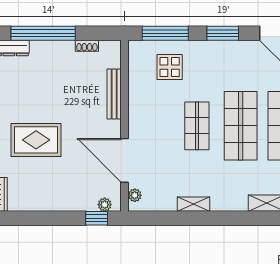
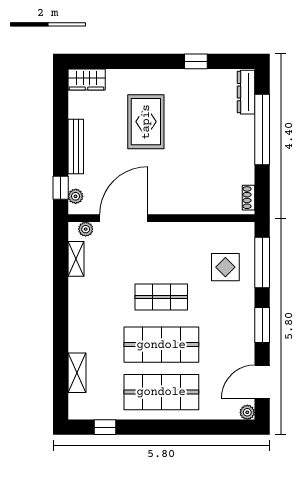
shoe rack: (87, 46) -> (249, 198), moved
bench: (114, 94) -> (76, 146), moved, turned 90
shelving: (193, 204) -> (76, 259), moved

